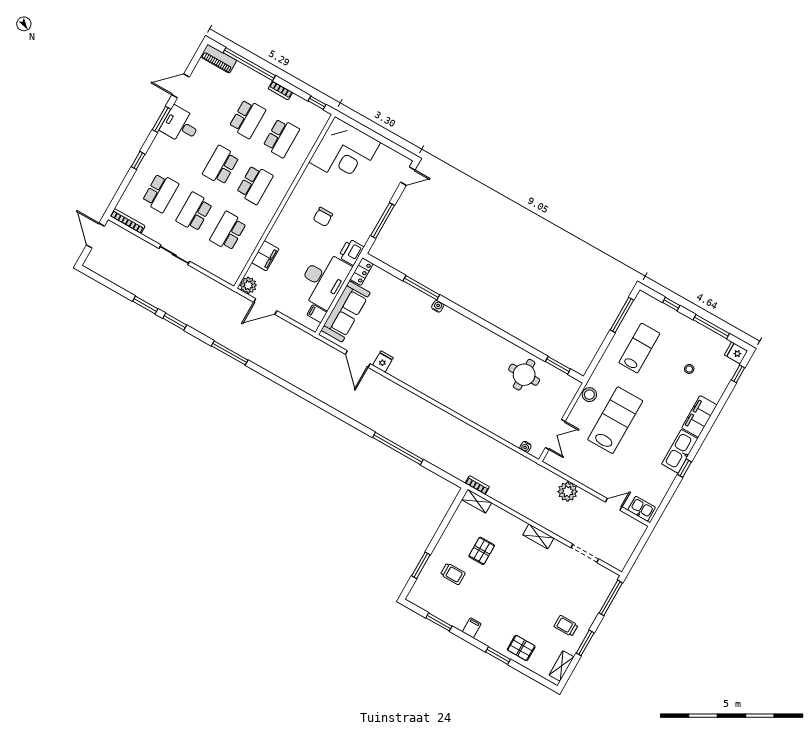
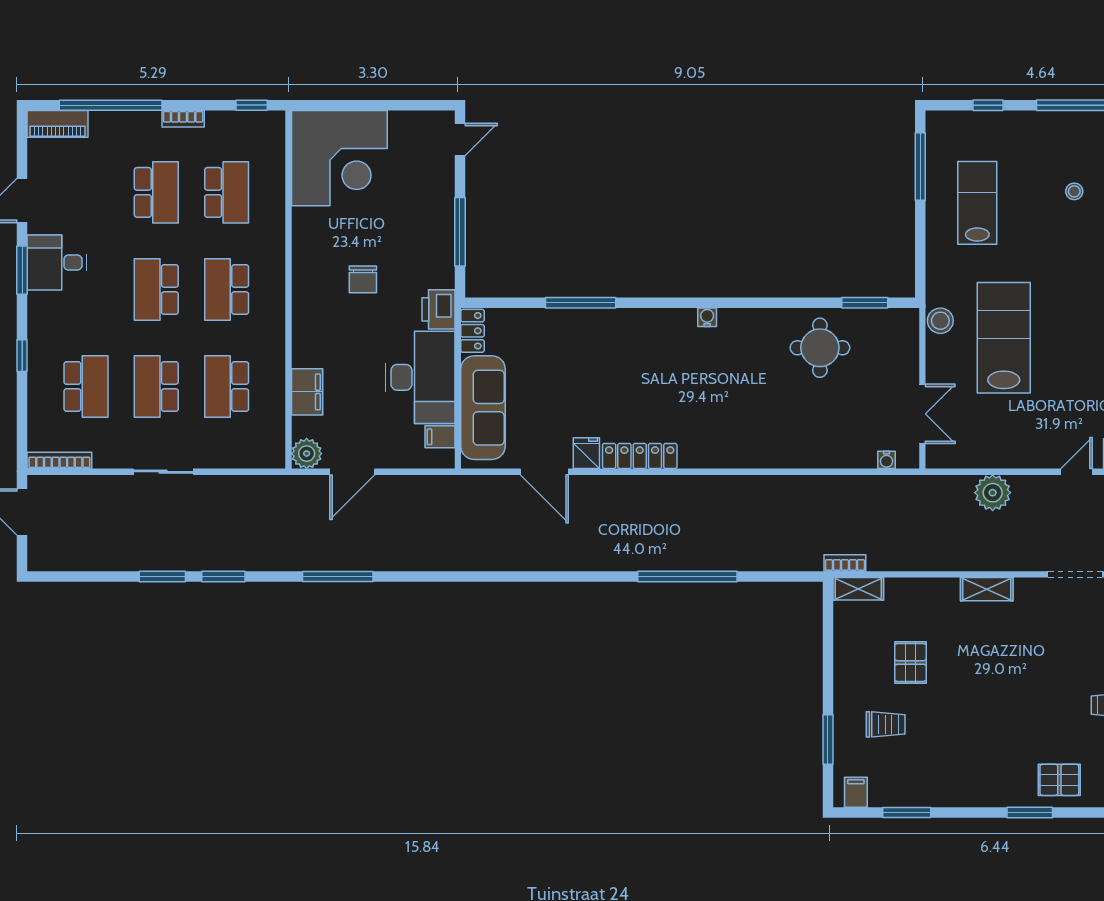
school desk: (255, 185) -> (227, 289), turned 180
water cooler: (438, 306) -> (707, 317), moved
locker: (408, 377) -> (640, 456), added
filing cabinet: (472, 628) -> (856, 792), moved

